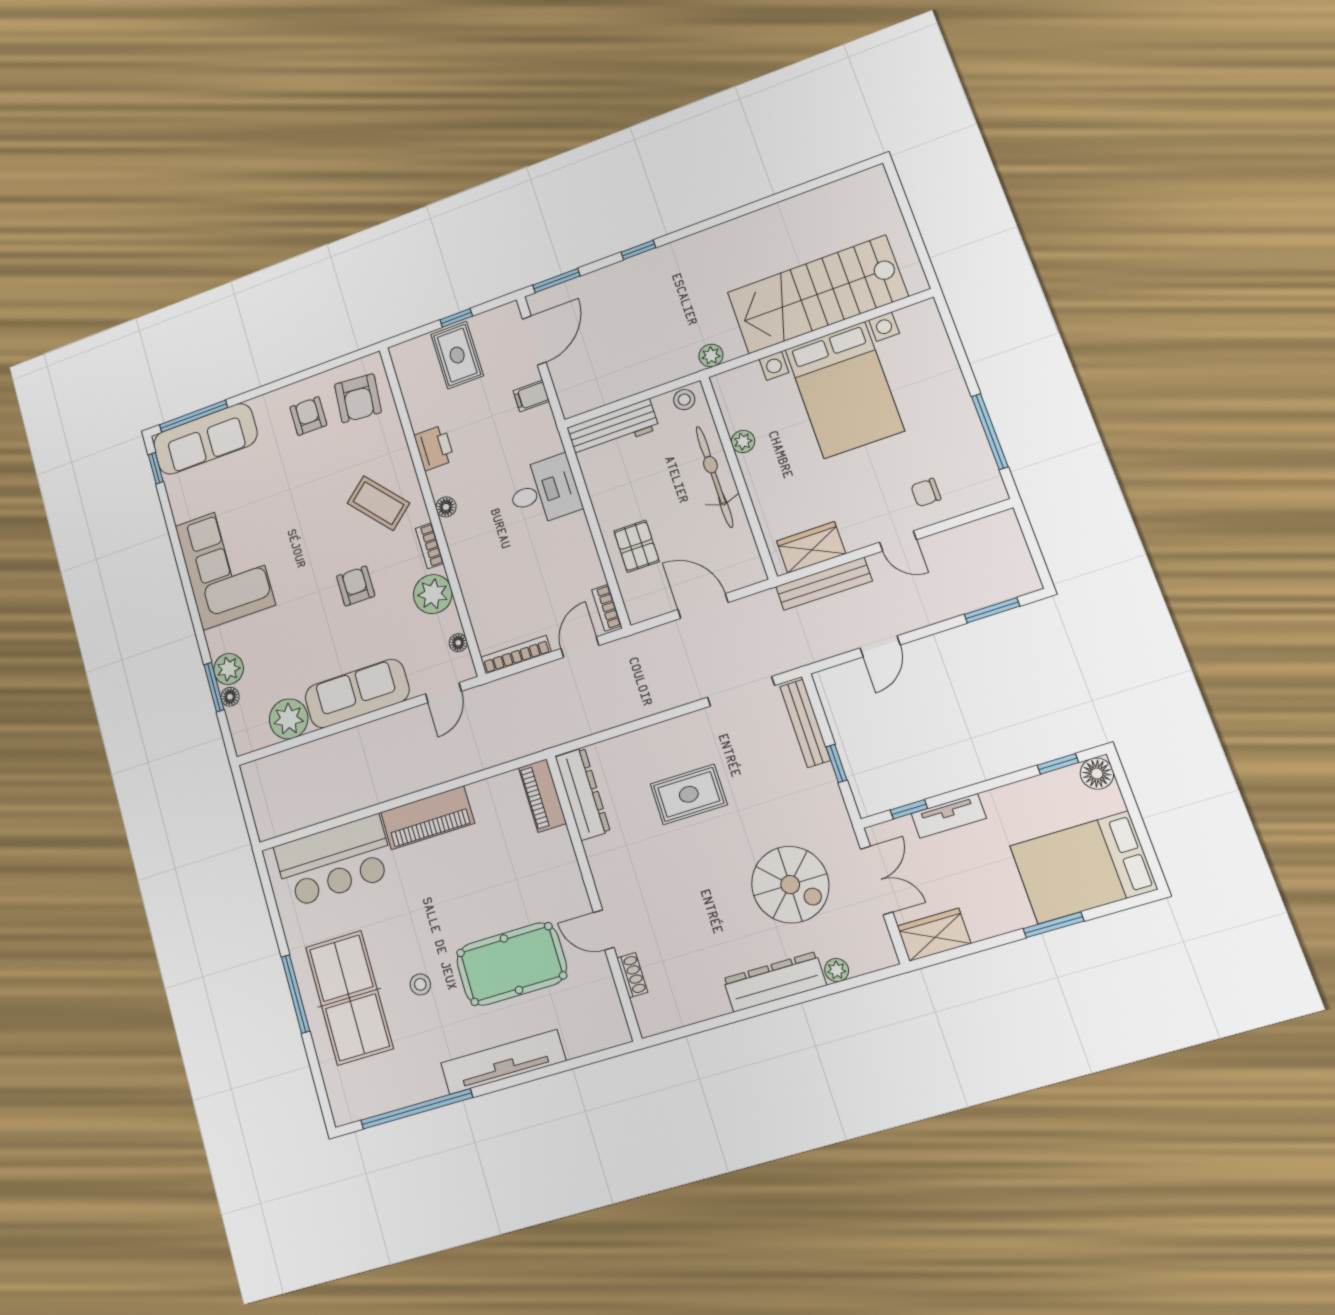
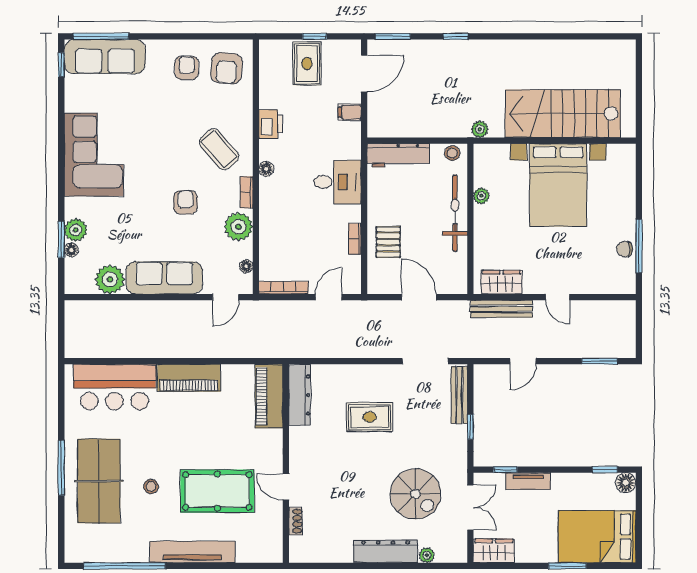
chair: (926, 492) -> (625, 249), moved
bookcase: (607, 608) -> (355, 239), moved
piano: (542, 796) -> (269, 396), width x1.37, depth x1.33

